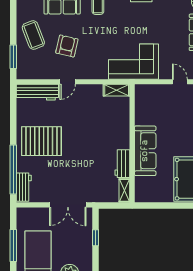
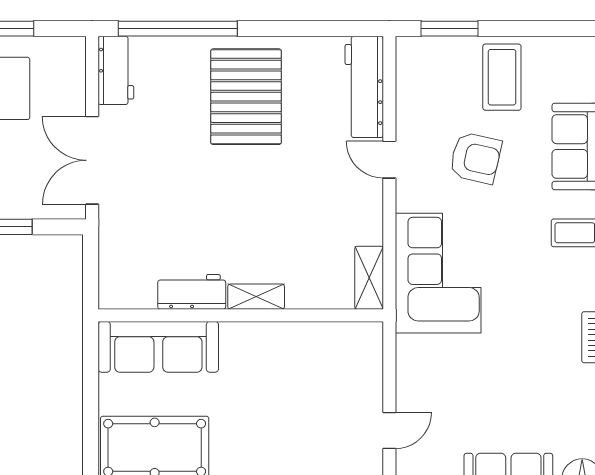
coffee table: (33, 35) -> (502, 77), turned -69
corner sofa: (134, 62) -> (438, 273), moved
sofa: (145, 151) -> (158, 347), moved
workbench: (24, 187) -> (116, 70), moved, turned -90
shelving: (124, 190) -> (256, 297), moved

